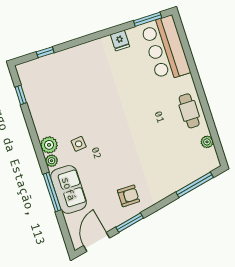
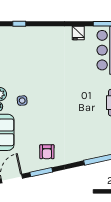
armchair: (128, 196) -> (47, 152), turned 90

